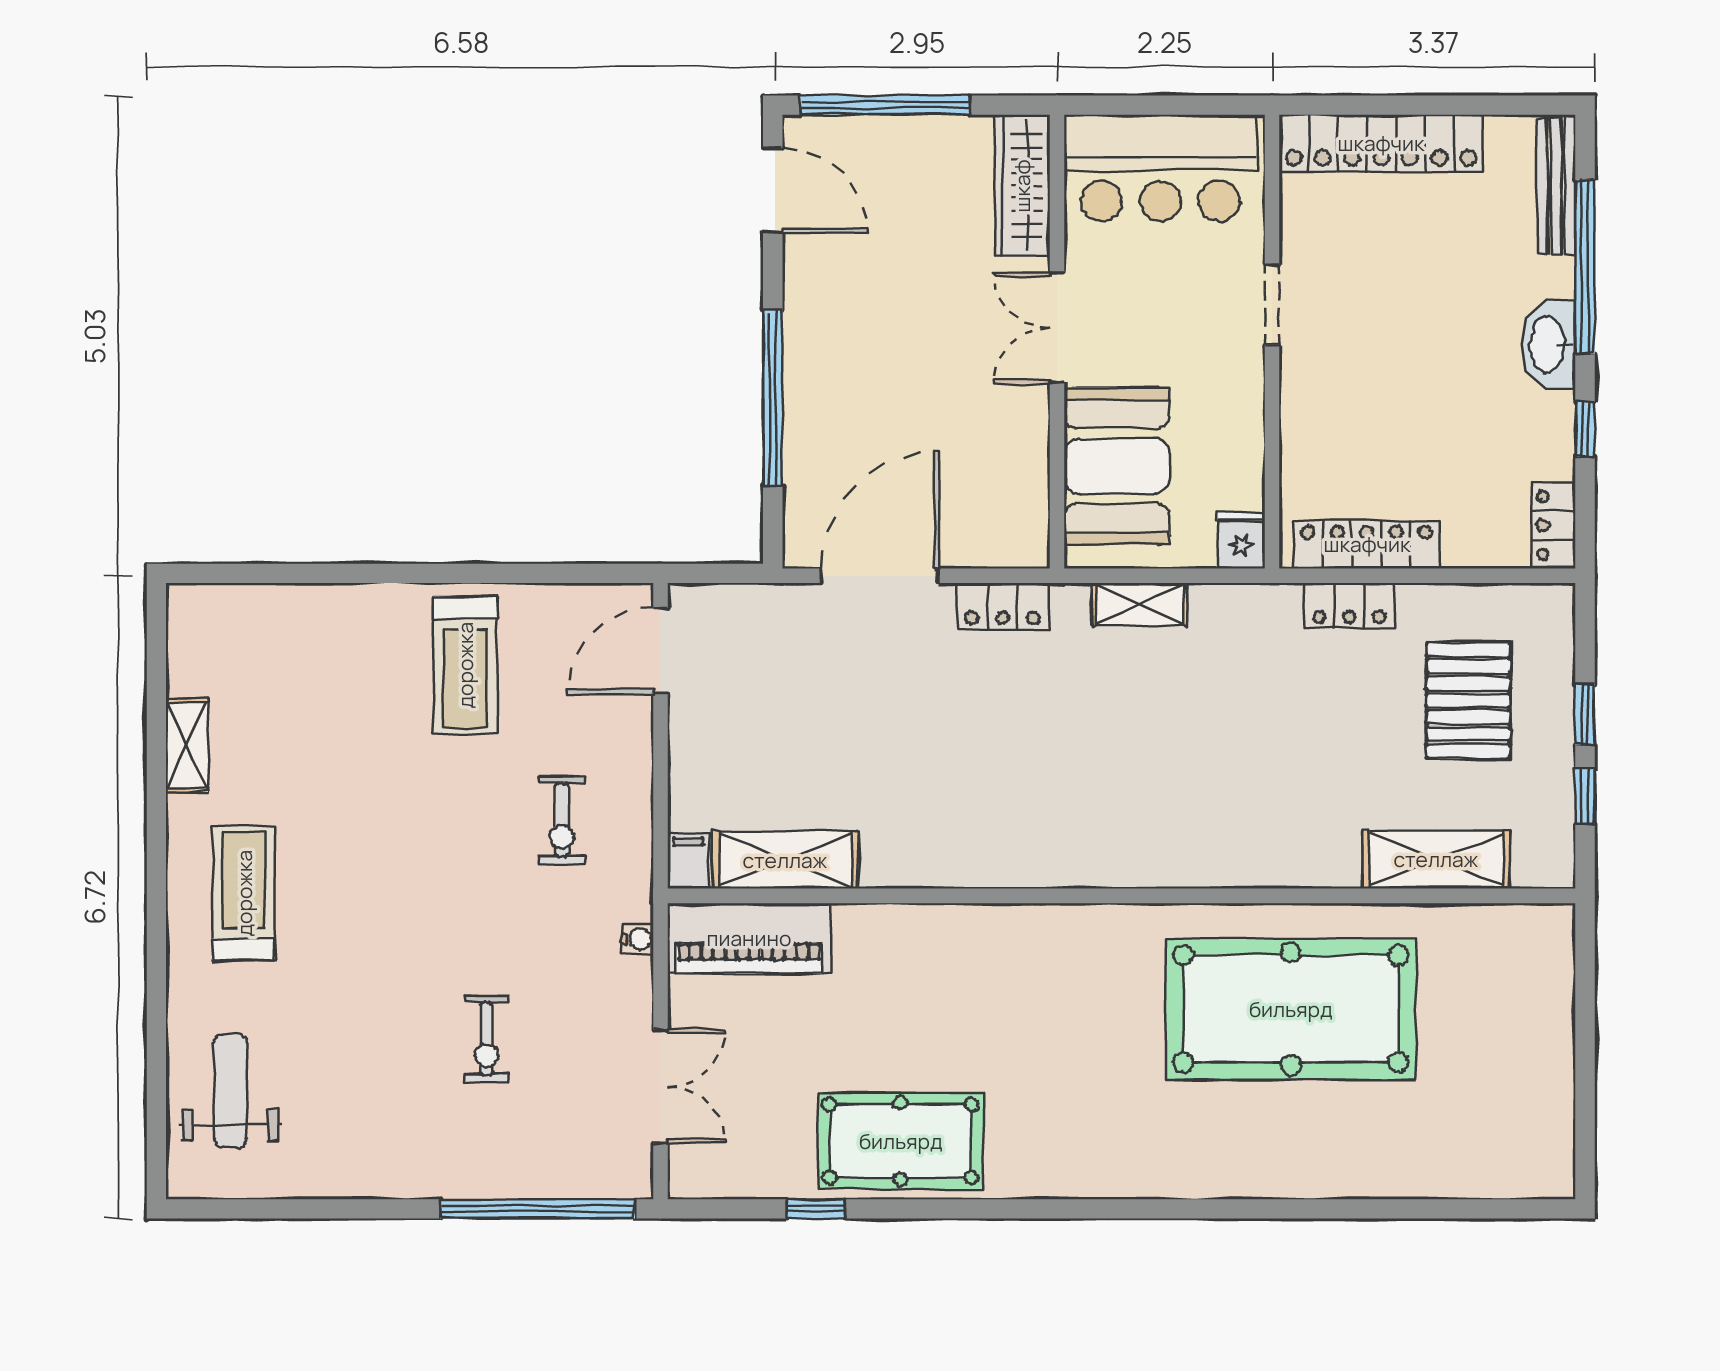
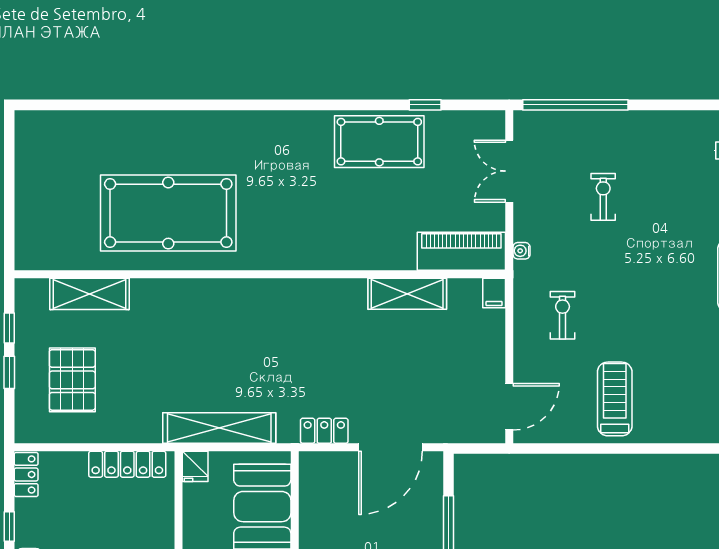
shelving: (1139, 604) -> (219, 428), width x2.20, depth x1.33
locker: (1349, 606) -> (137, 431), removed
shelving: (785, 860) -> (407, 294), moved

